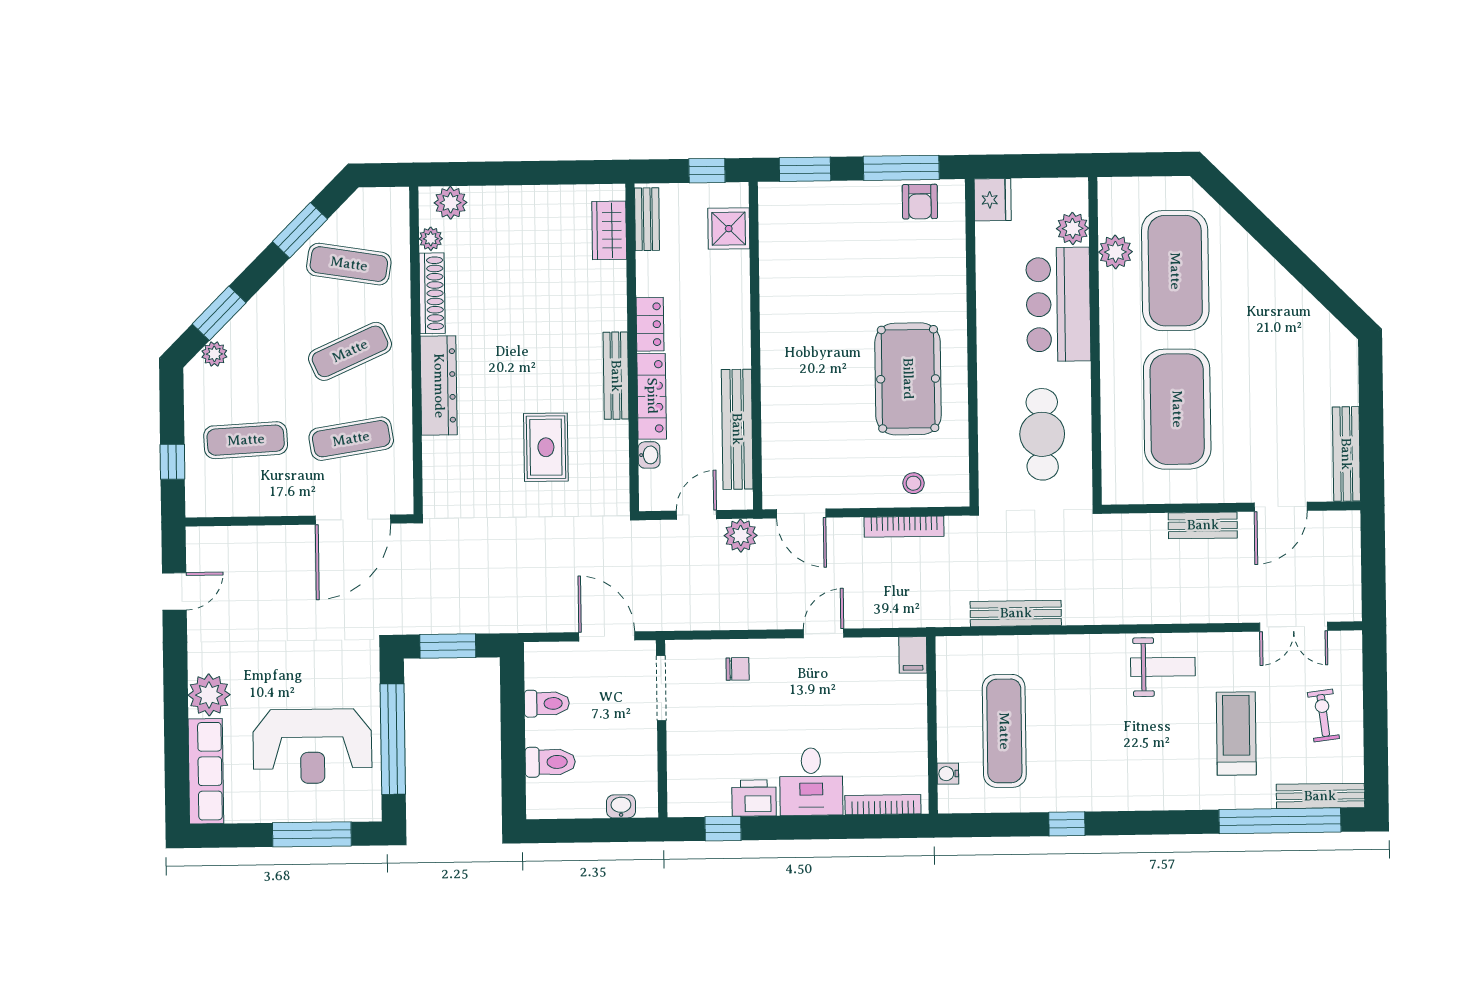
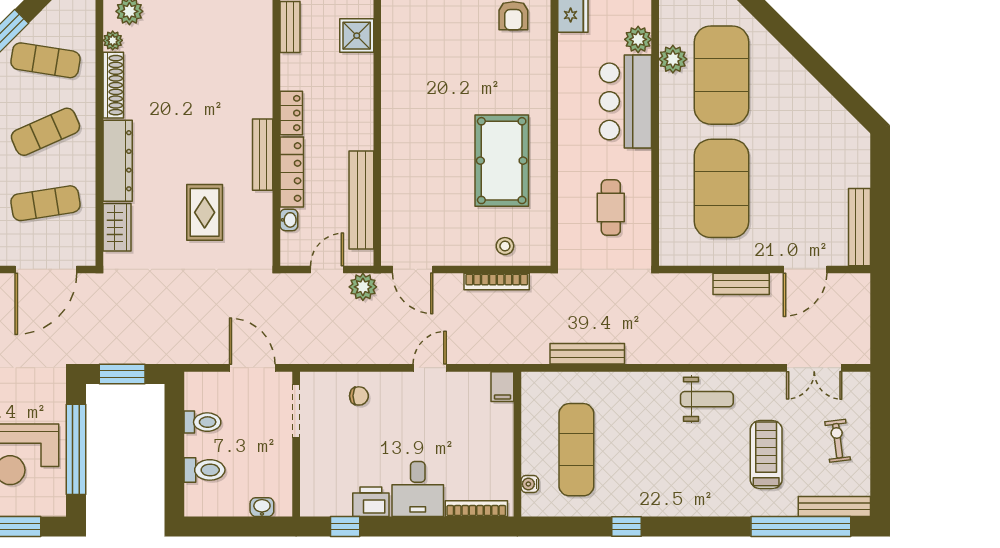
wardrobe: (609, 230) -> (117, 227), moved, turned 180
cafe table: (1042, 434) -> (611, 207), width x0.73, depth x0.74

